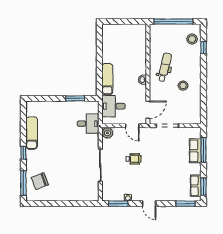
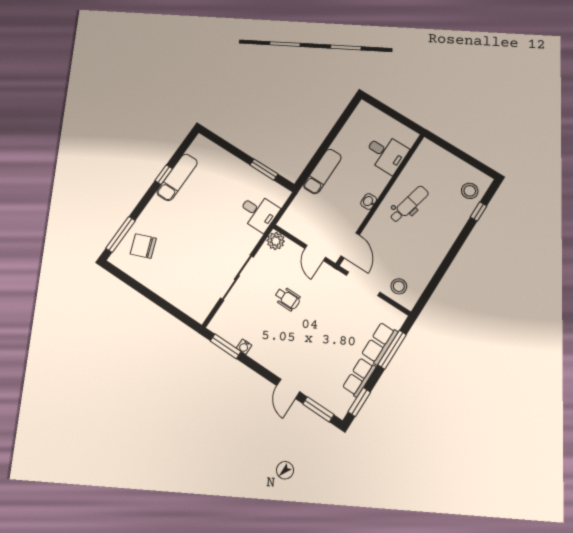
window: (173, 21) -> (459, 153), removed
stool: (183, 86) -> (399, 286), moved
desk: (113, 106) -> (386, 153), moved, turned 180
door: (148, 110) -> (350, 245), hinge flipped
window: (23, 153) -> (164, 175), moved
row of seats: (196, 186) -> (359, 377), moved
door: (149, 204) -> (288, 389), moved

